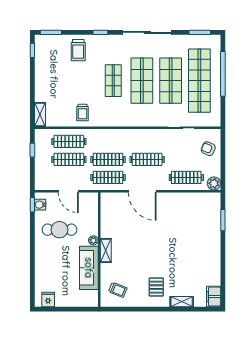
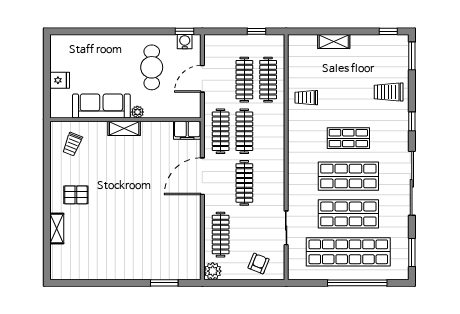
shelving: (40, 115) -> (334, 42), moved
filing cabinet: (214, 297) -> (187, 130), moved, turned 180
fridge: (48, 299) -> (60, 80), moved

